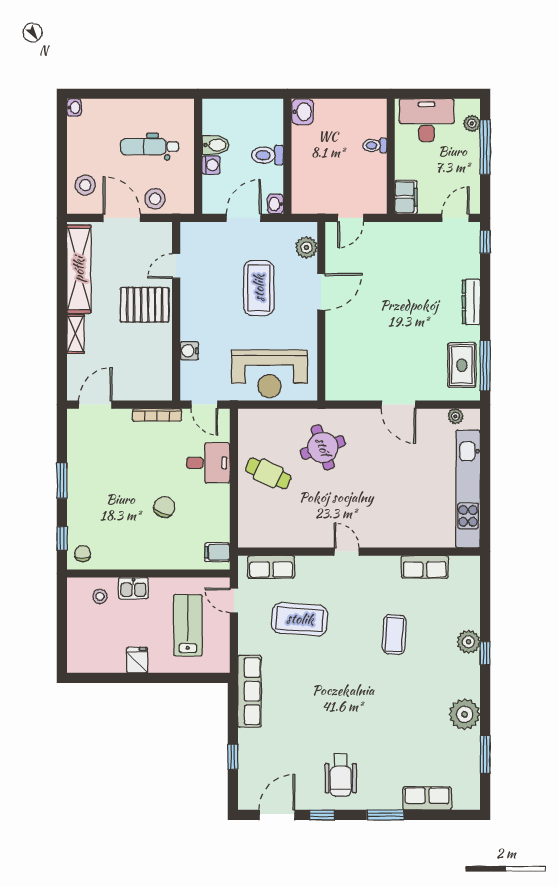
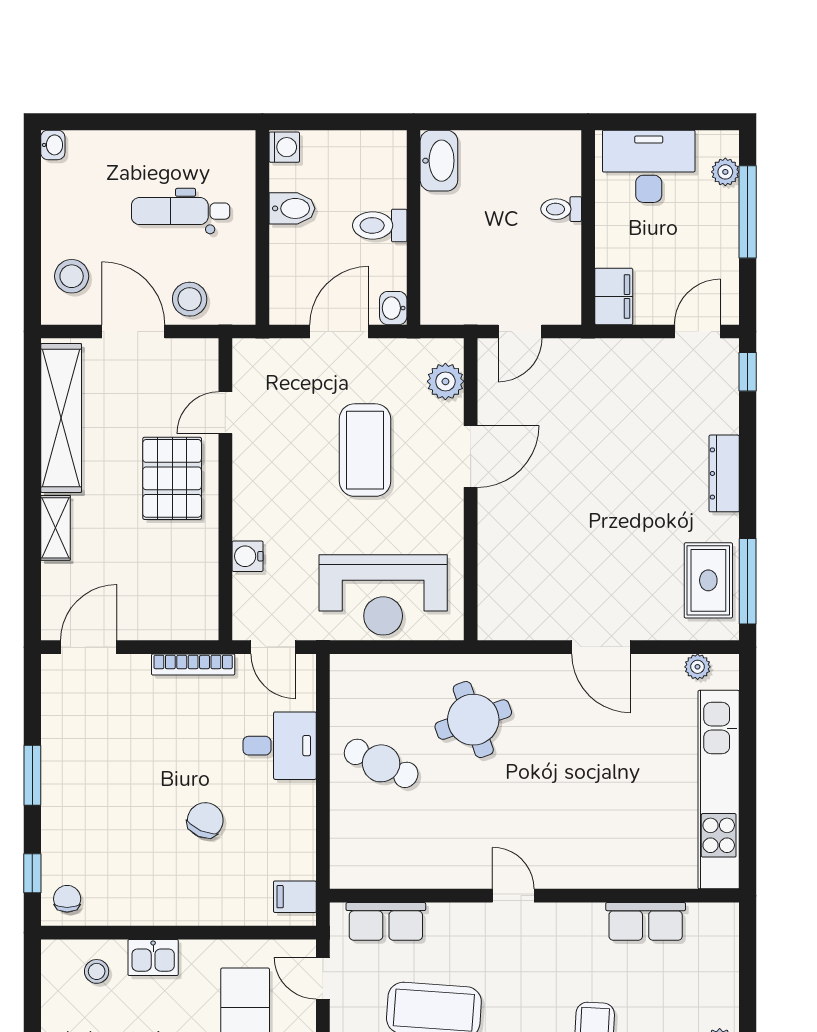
washbasin: (302, 112) -> (439, 161), width x1.38
washing machine: (211, 165) -> (284, 147), moved
pallet: (145, 305) -> (172, 478), turned 90

